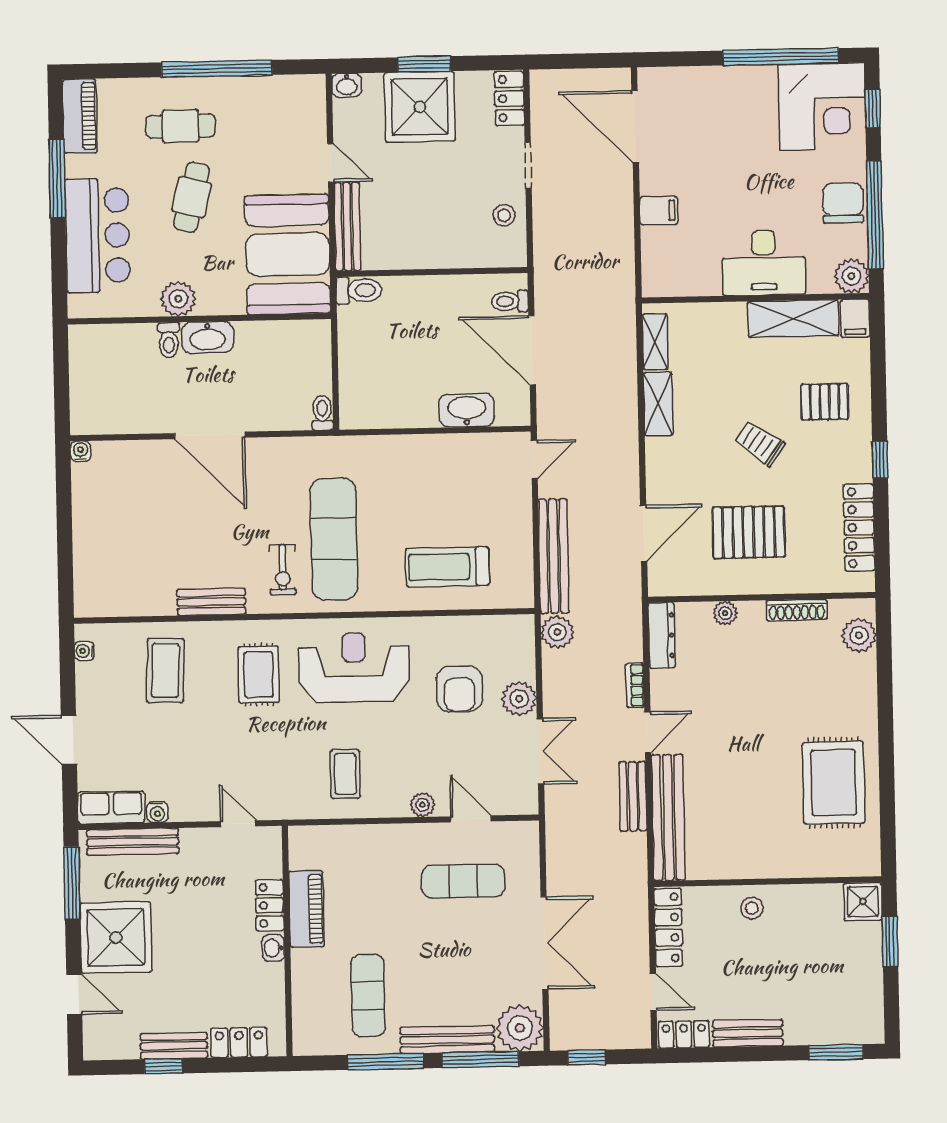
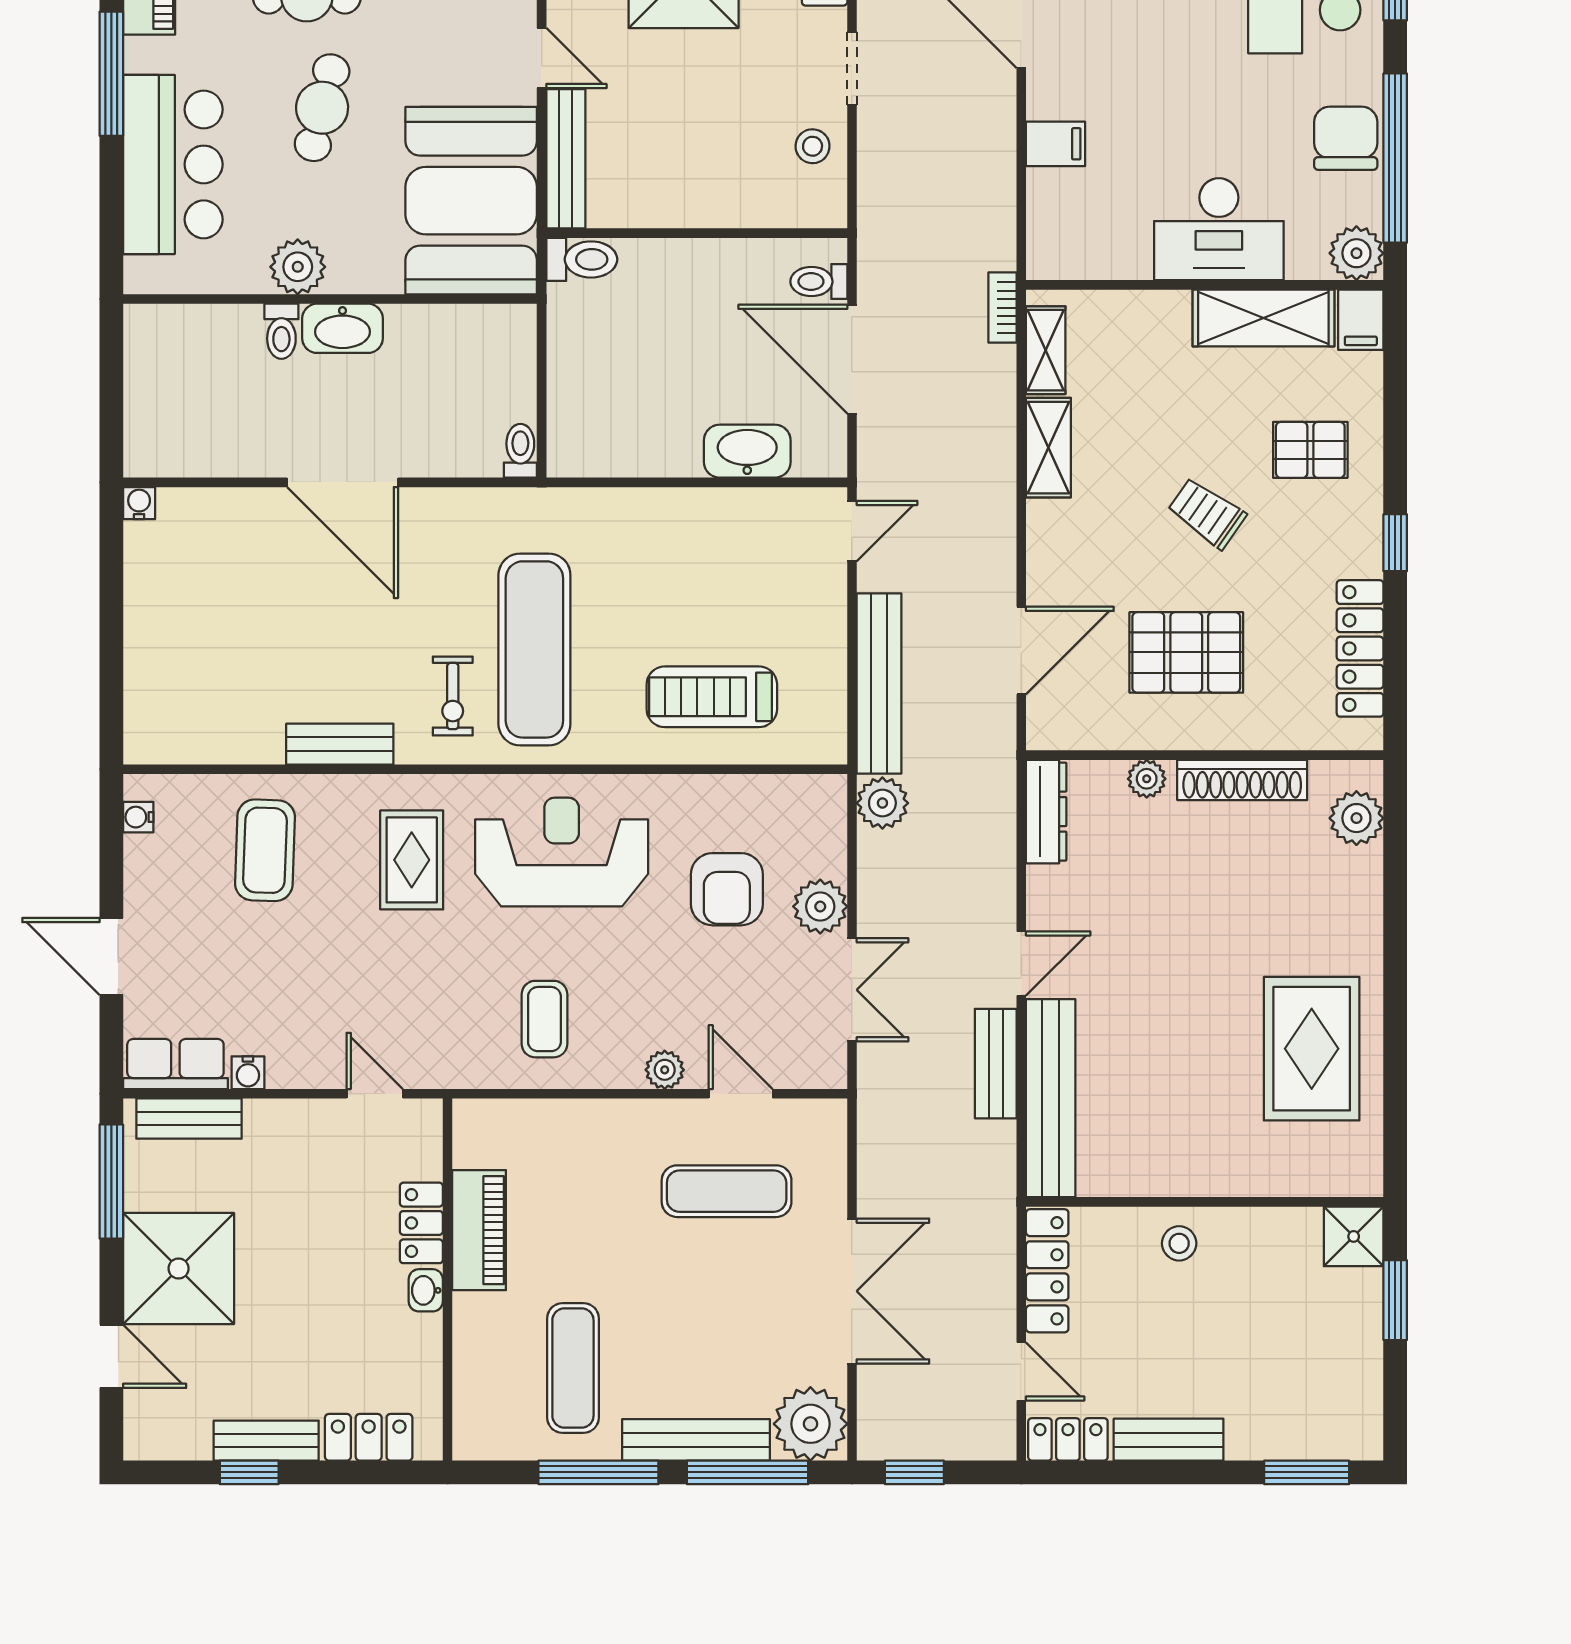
shoe rack: (797, 610) -> (1242, 780), width x1.36, depth x1.24
bookcase: (635, 685) -> (1003, 308), moved
bench: (133, 842) -> (189, 1119), width x0.73

